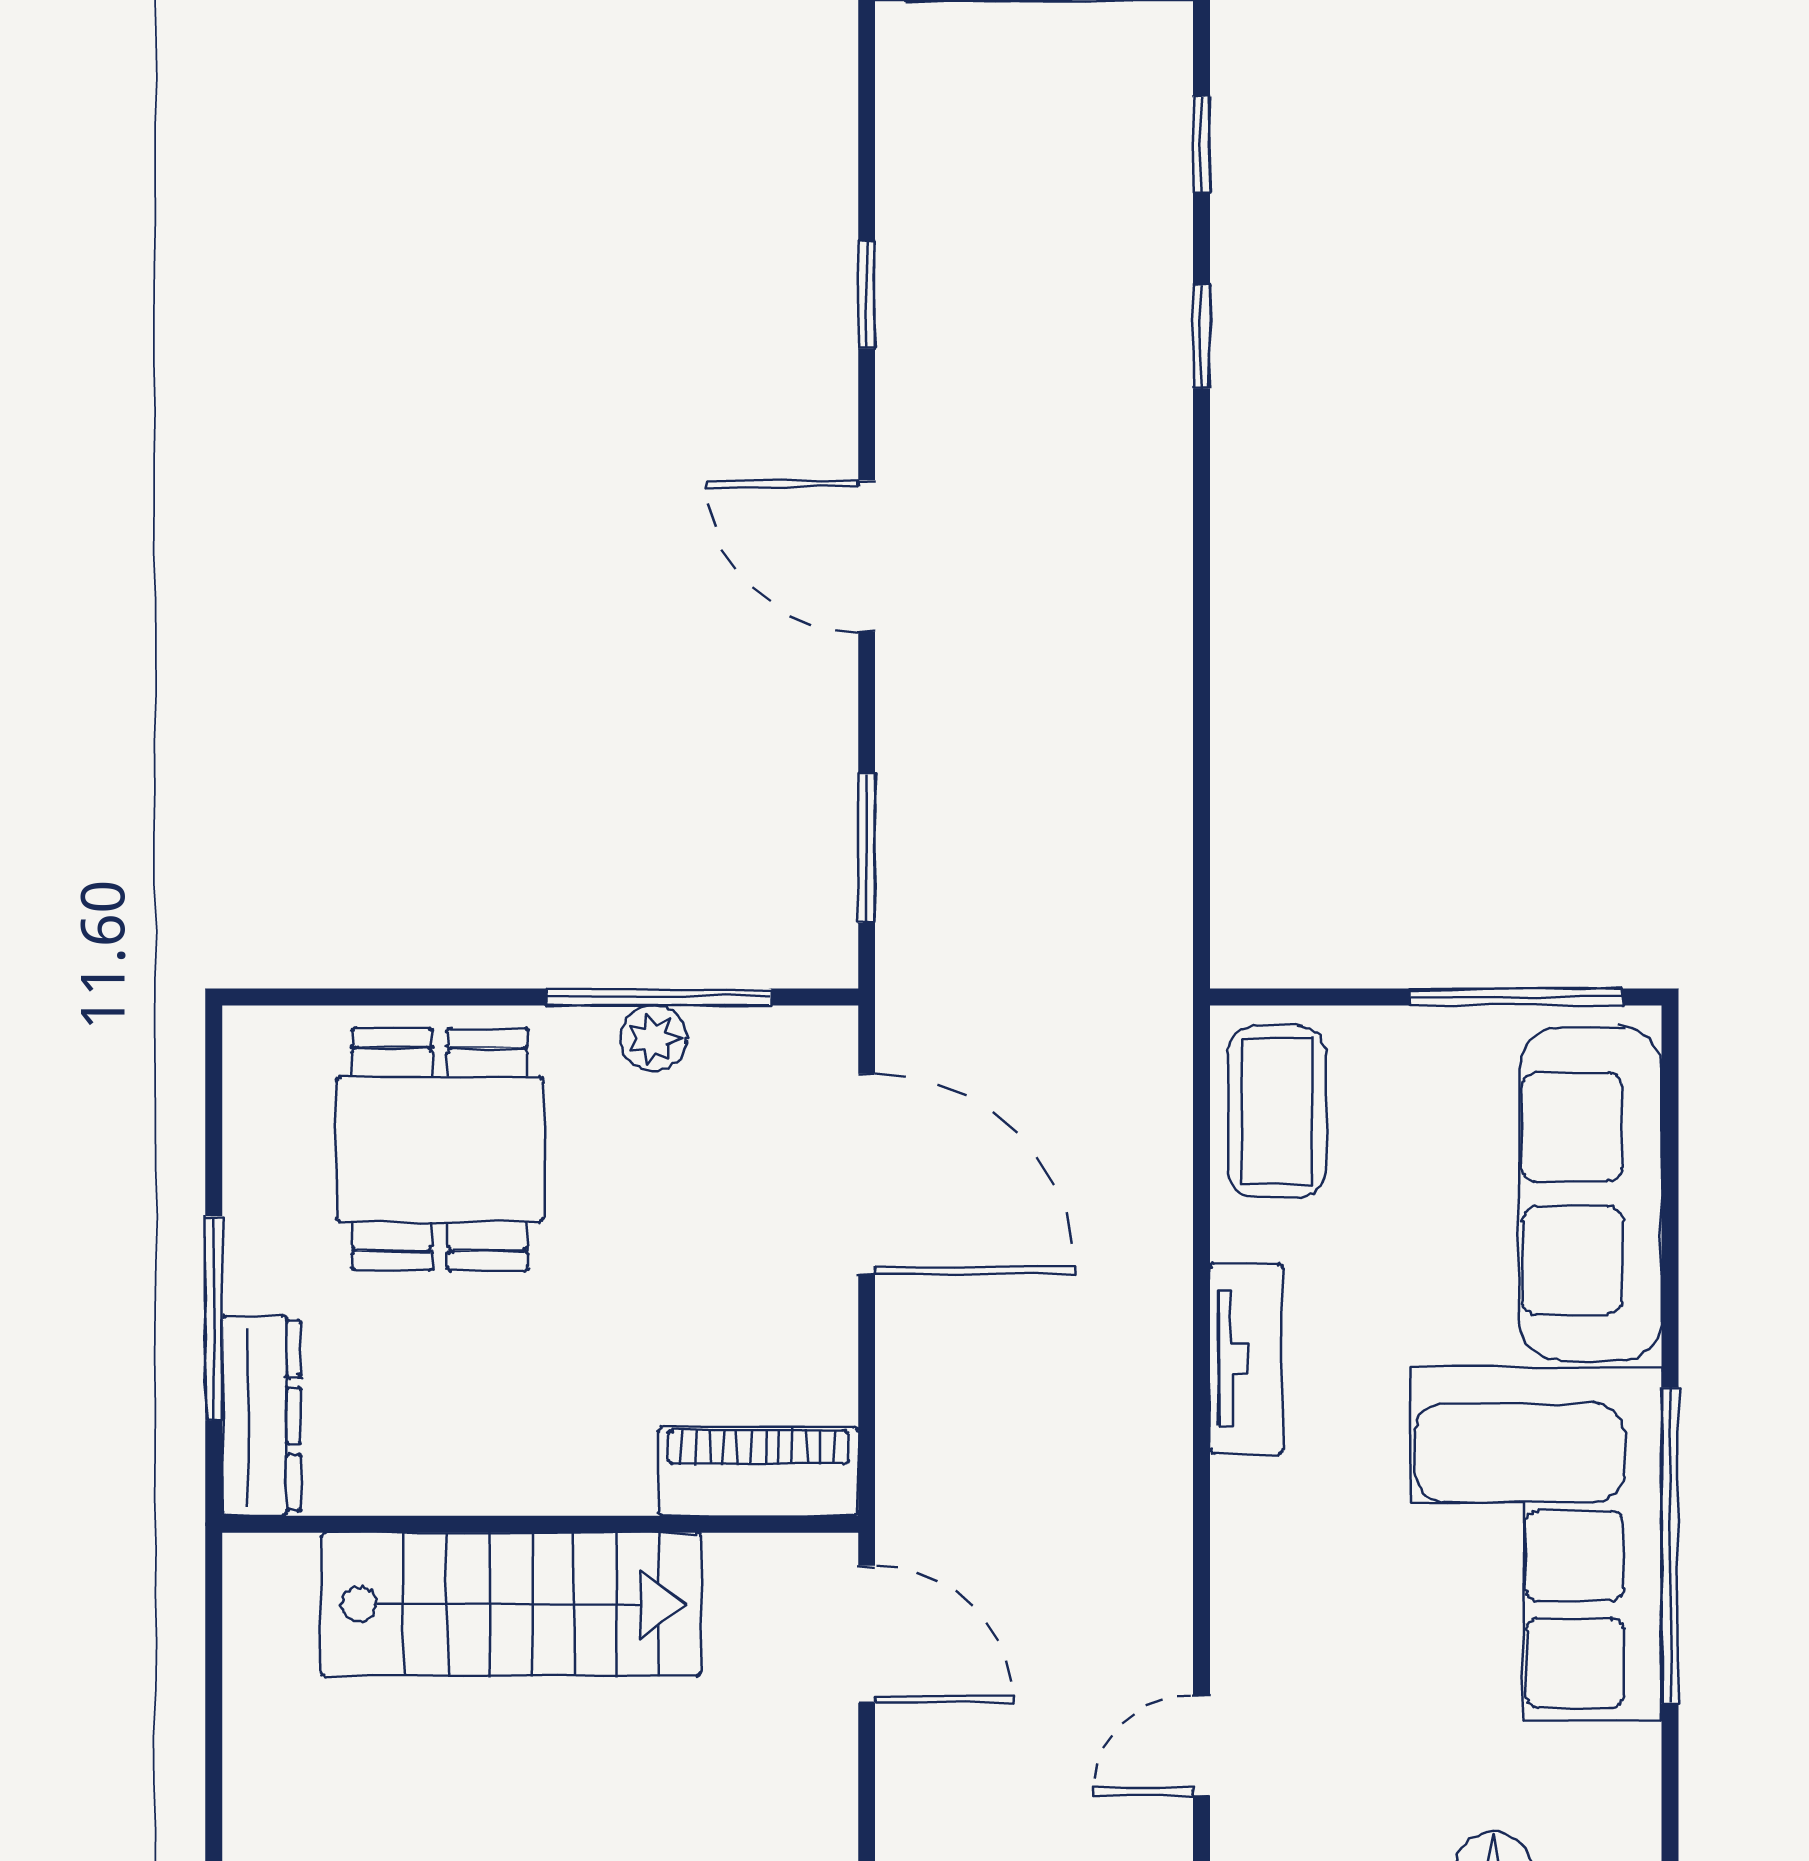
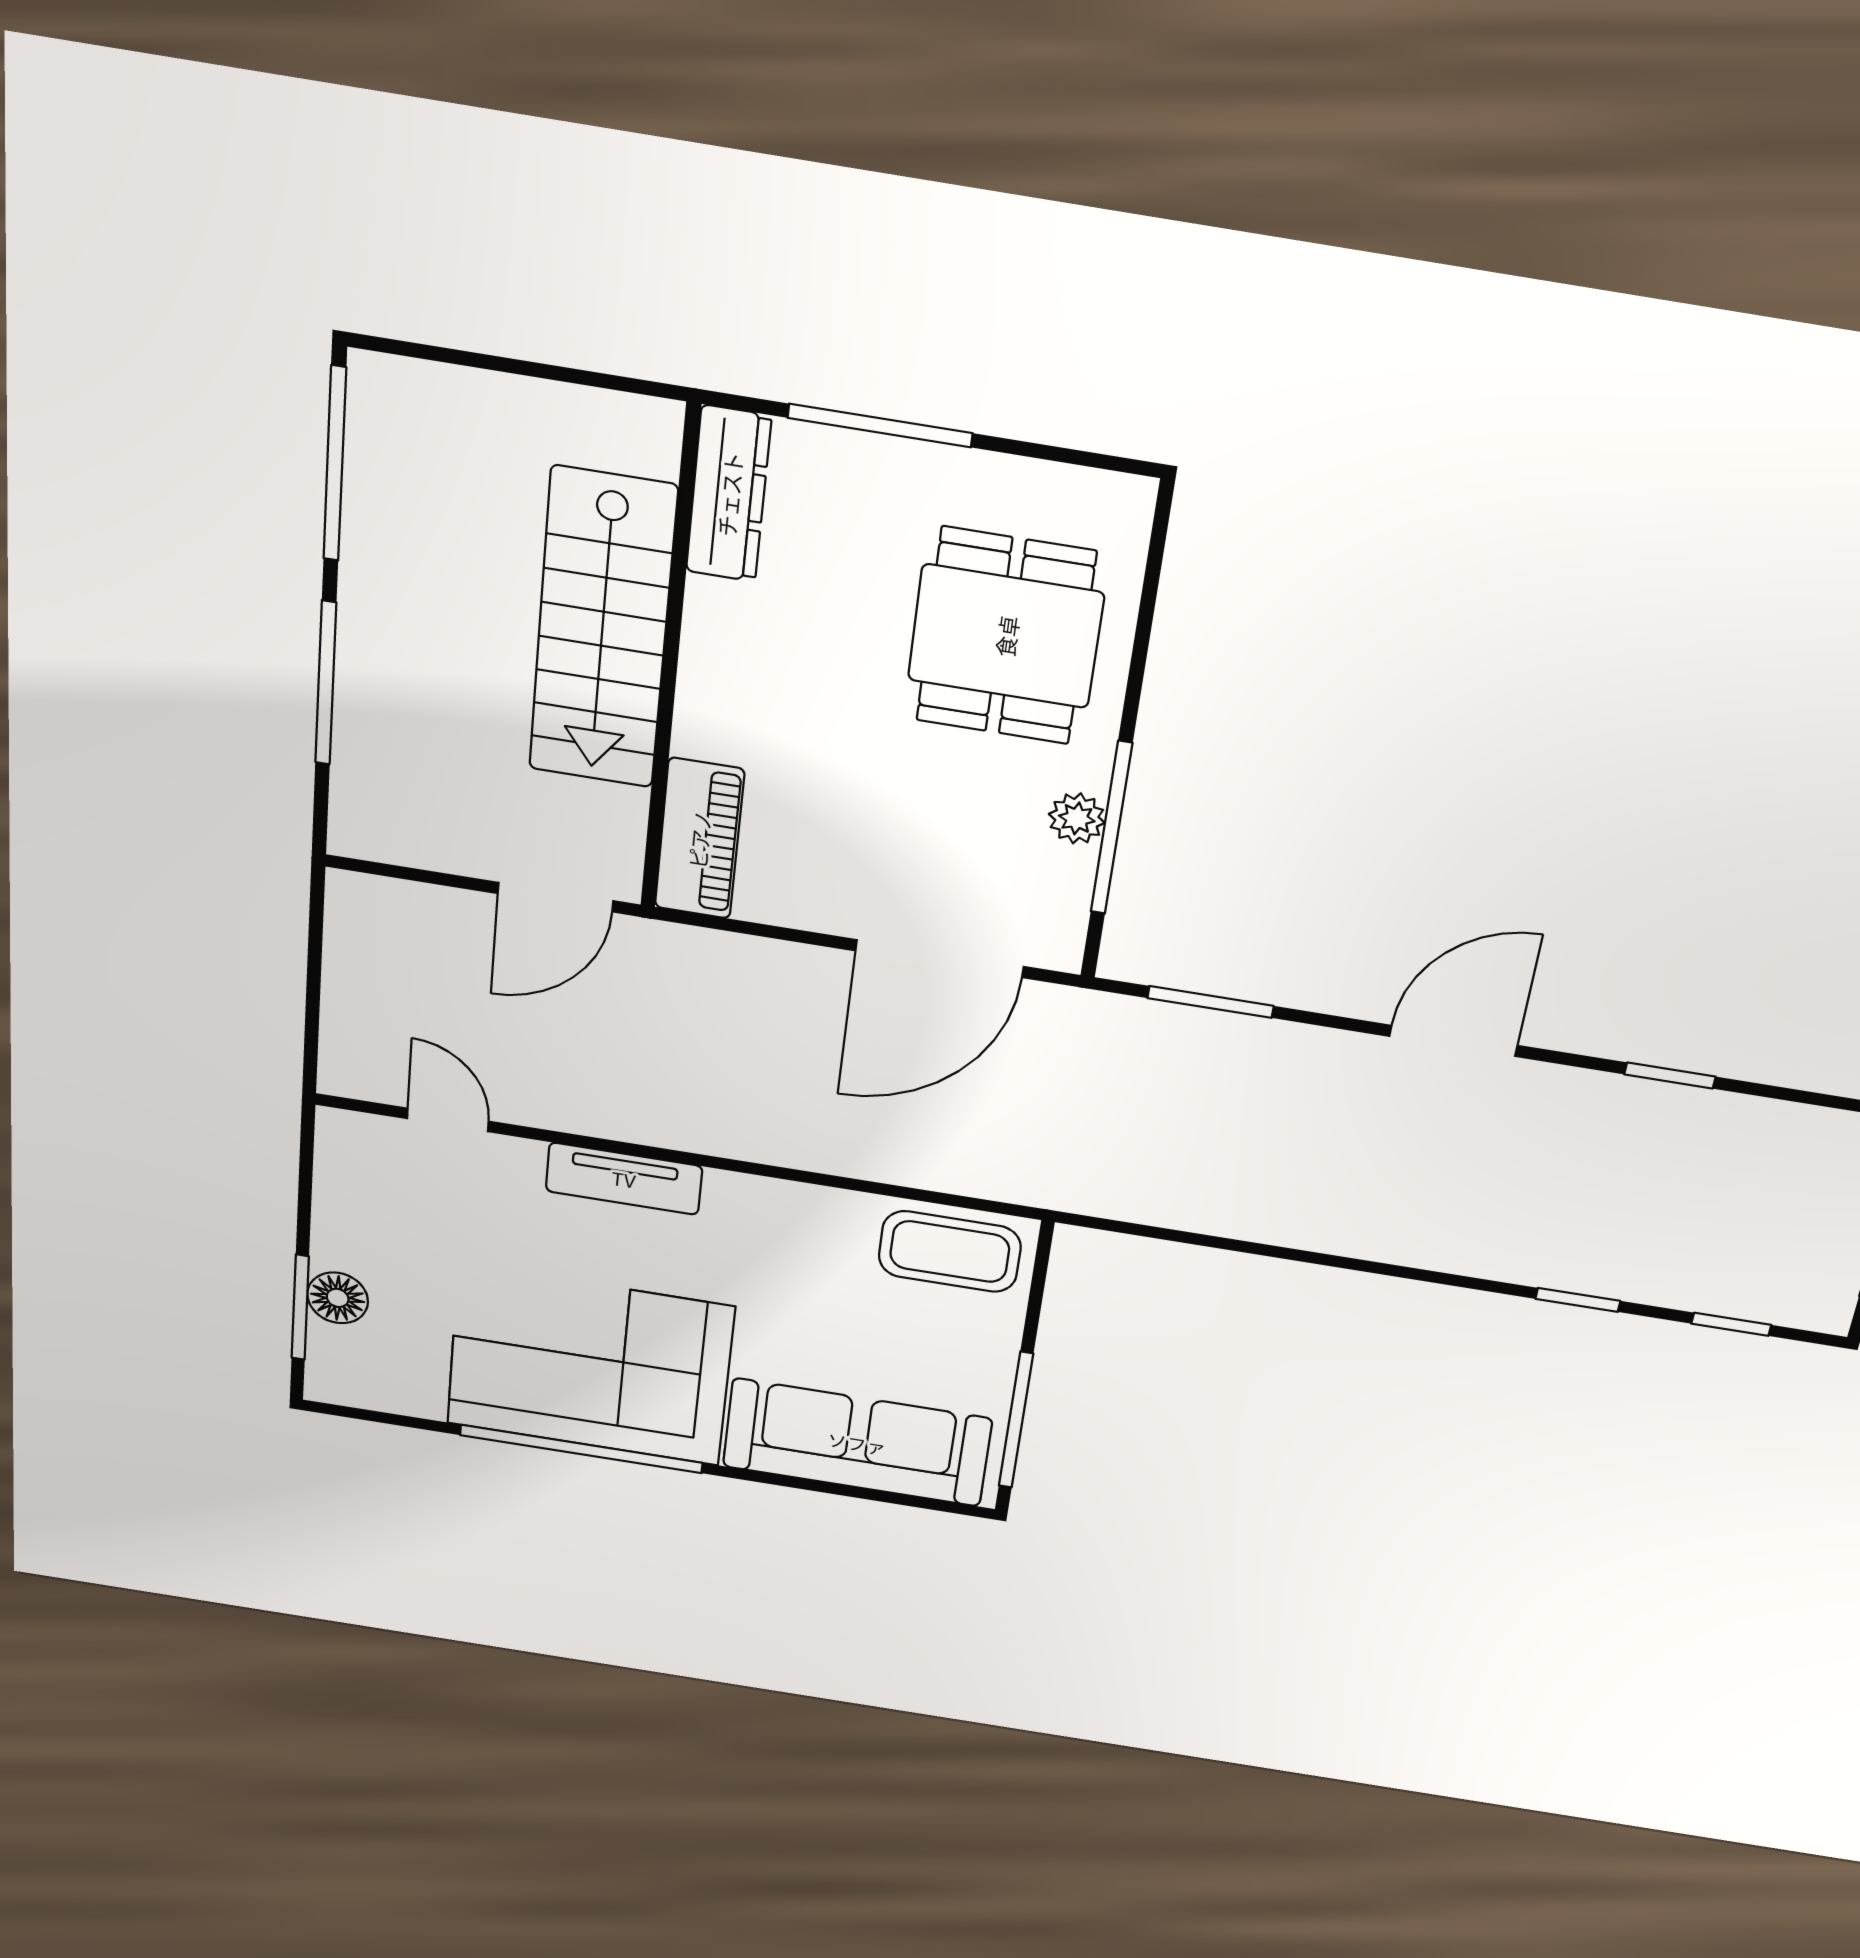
dining table: (440, 1149) -> (1006, 636), turned 90
tv unit: (1246, 1359) -> (624, 1179), moved
dresser: (261, 1416) -> (729, 494), moved, turned -90

